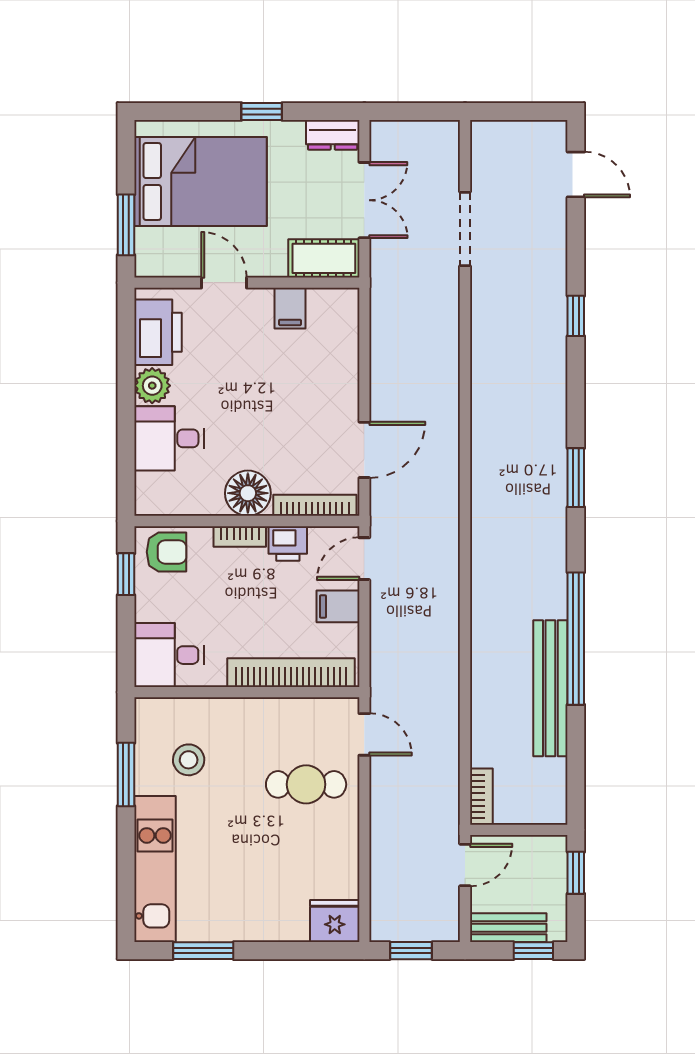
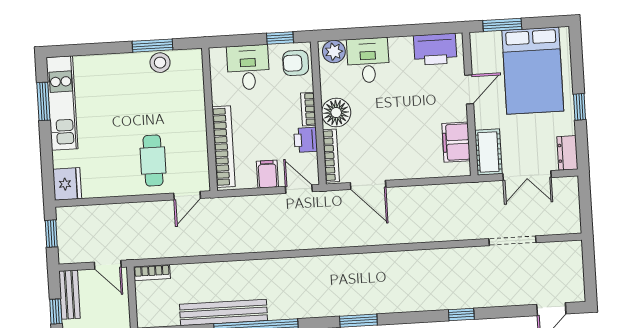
filing cabinet: (290, 308) -> (456, 142), width x2.00
plant: (152, 386) -> (334, 52), moved
armchair: (167, 552) -> (296, 63), turned 90
desk: (169, 655) -> (248, 67), moved
stool: (189, 760) -> (160, 63), moved
kitchen unit: (155, 869) -> (62, 103), moved, turned -90

